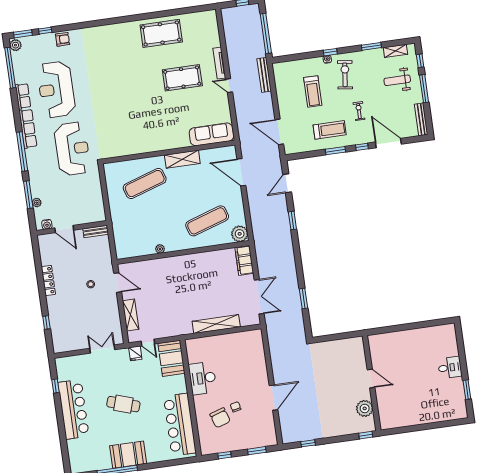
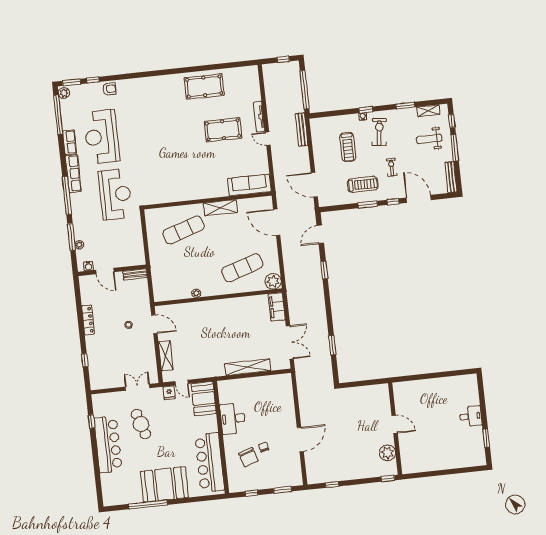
cafe table: (123, 404) -> (141, 424), moved, turned 54
booth: (128, 455) -> (164, 484), width x1.36, depth x1.42

